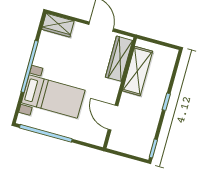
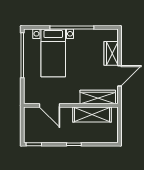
wardrobe: (58, 25) -> (111, 53), moved
door: (113, 118) -> (50, 105), swing flipped

